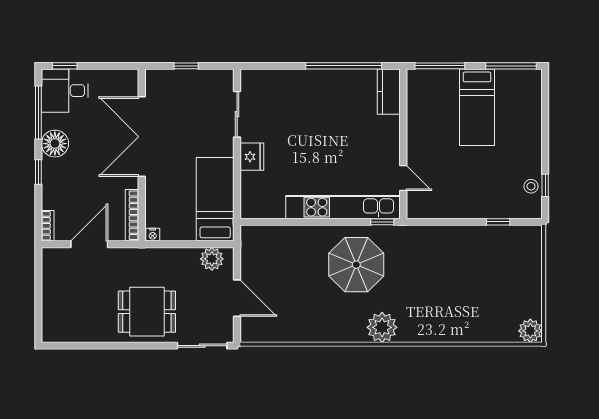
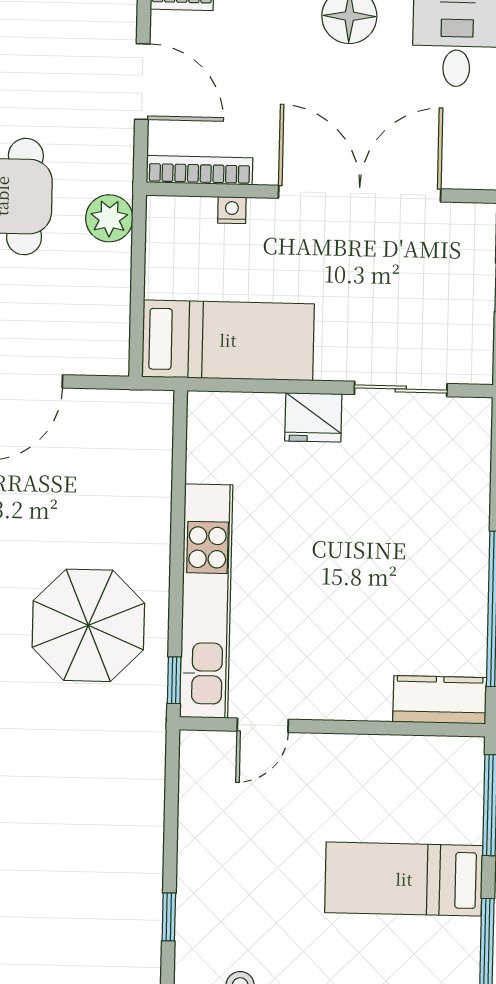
nightstand: (153, 235) -> (232, 210), moved, turned 90
plant: (212, 259) -> (109, 218), moved

